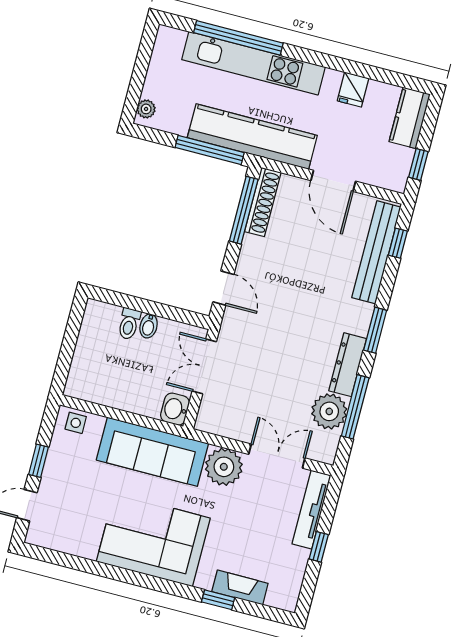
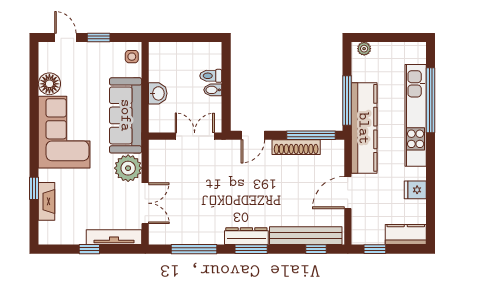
shoe rack: (263, 202) -> (296, 147), moved
dresser: (348, 365) -> (246, 236), moved
washbasin: (175, 409) -> (158, 93), moved, turned 90
plant: (329, 411) -> (186, 232), removed
floor lamp: (83, 543) -> (49, 84), added

